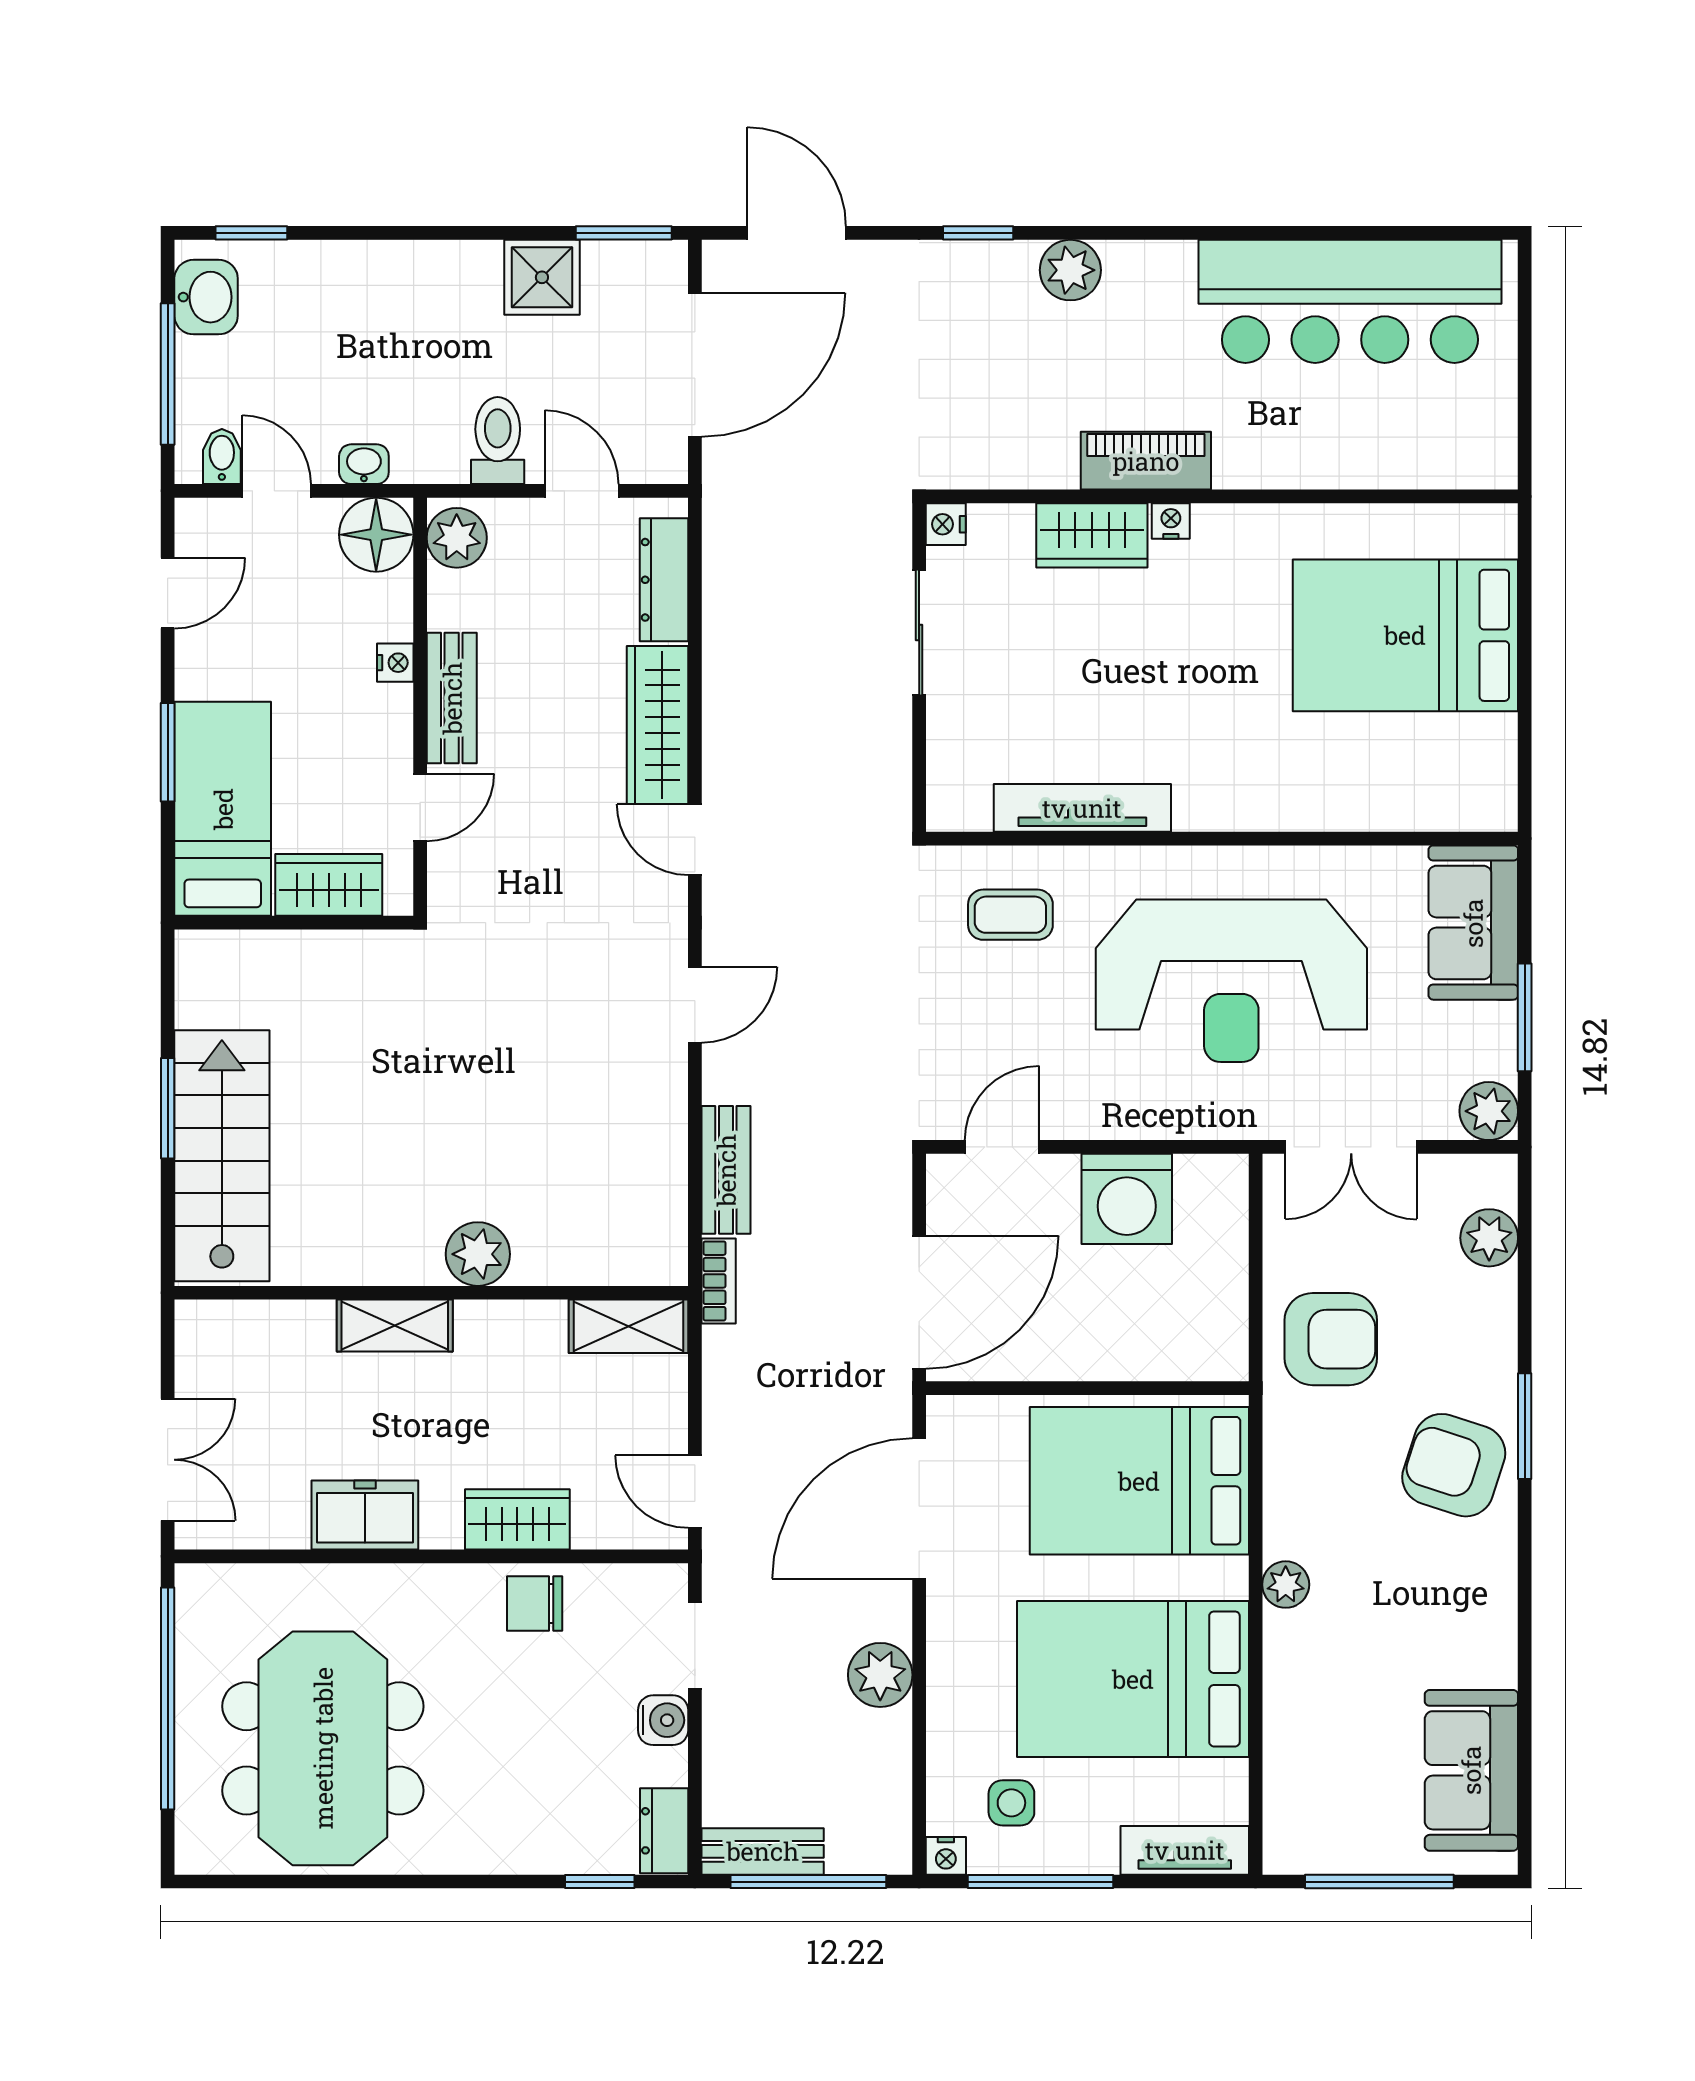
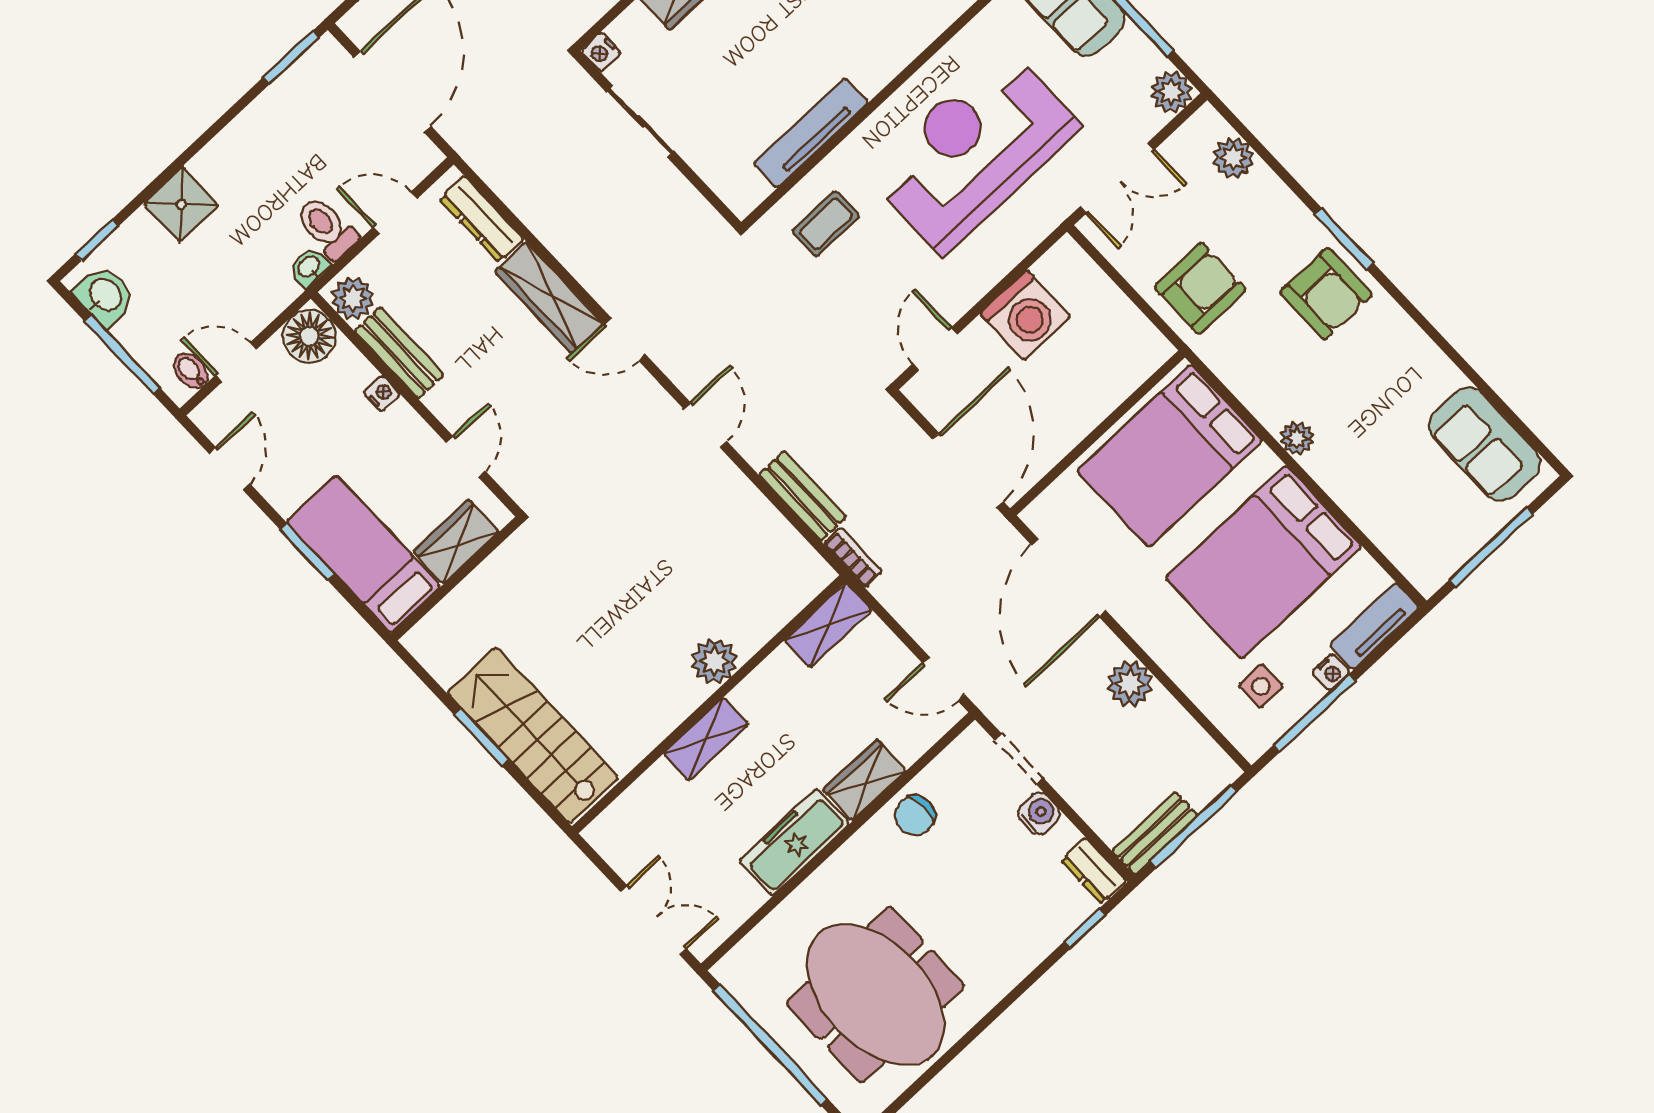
shower: (542, 277) -> (181, 204), moved
washbasin: (364, 464) -> (309, 267), moved
bench: (452, 698) -> (399, 353), moved
reception desk: (1231, 981) -> (973, 150), turned 180
armchair: (1454, 1465) -> (1326, 294), turned -108
freezer: (365, 1515) -> (794, 842), width x1.40
nightstand: (946, 1856) -> (1331, 672), moved

